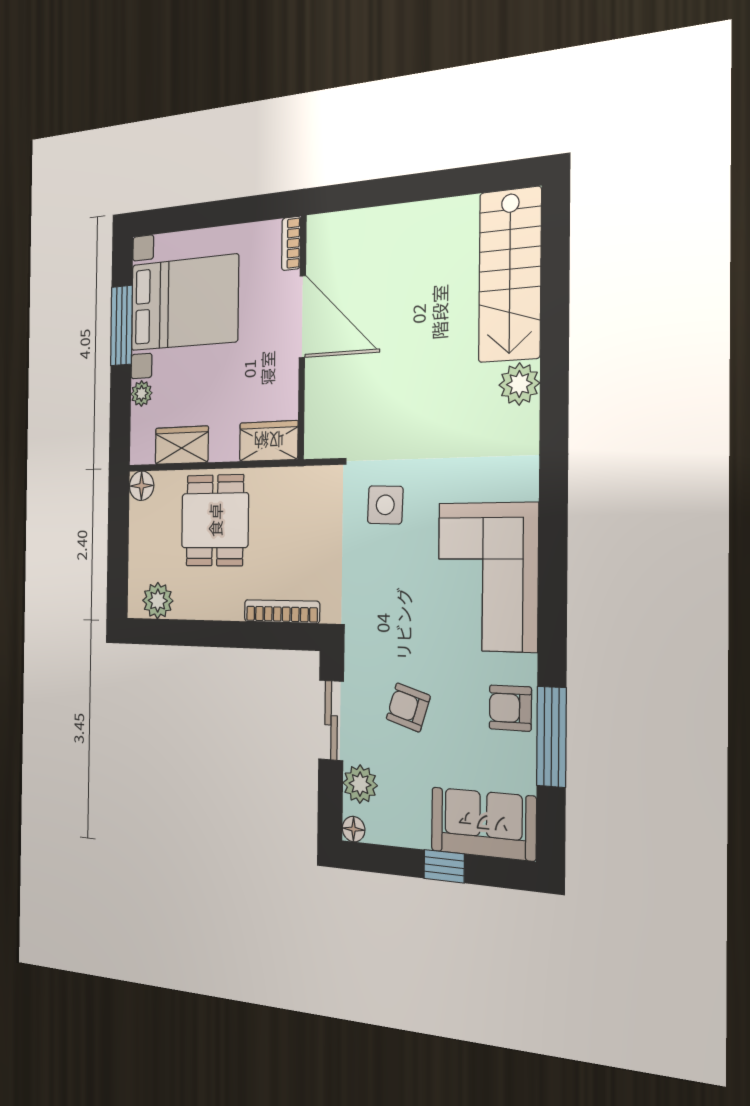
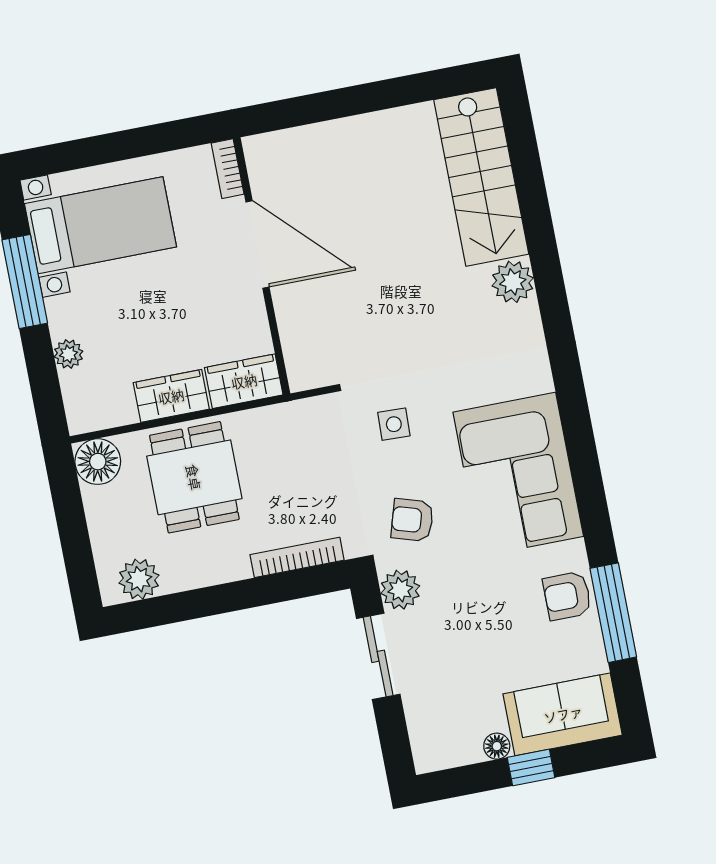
bed with nightstands: (184, 303) -> (100, 225), width x0.73
wardrobe: (182, 445) -> (171, 396), moved
floor lamp: (142, 486) -> (98, 462), width x1.38, depth x1.38
side table: (385, 505) -> (394, 424), width x0.73, depth x0.73
armchair: (408, 707) -> (412, 520), moved
plant: (360, 784) -> (400, 590), moved
floor lamp: (354, 829) -> (497, 746), moved

